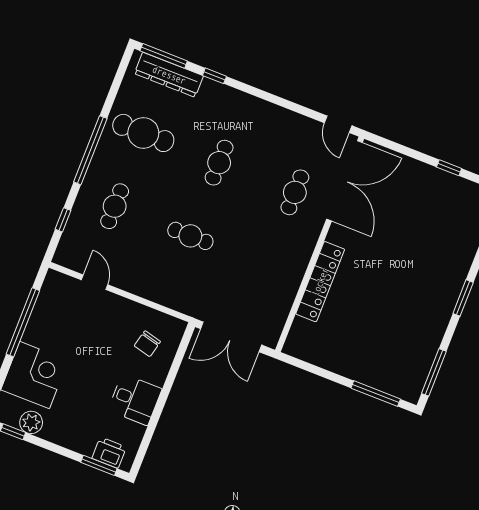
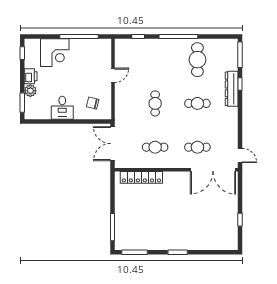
dresser: (169, 75) -> (232, 89), moved
door: (338, 124) -> (240, 155), swing flipped
cafe table: (115, 206) -> (155, 147), moved
door: (95, 282) -> (113, 75), moved
locker: (320, 282) -> (141, 177), moved
plant: (31, 422) -> (30, 91), moved
printer: (109, 453) -> (31, 76), moved

